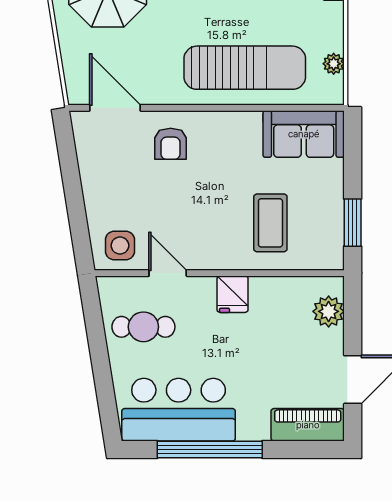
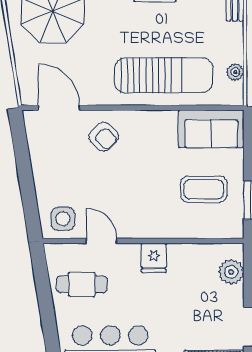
armchair: (171, 144) -> (104, 137), turned -46
coffee table: (270, 223) -> (204, 189), moved, turned 90

